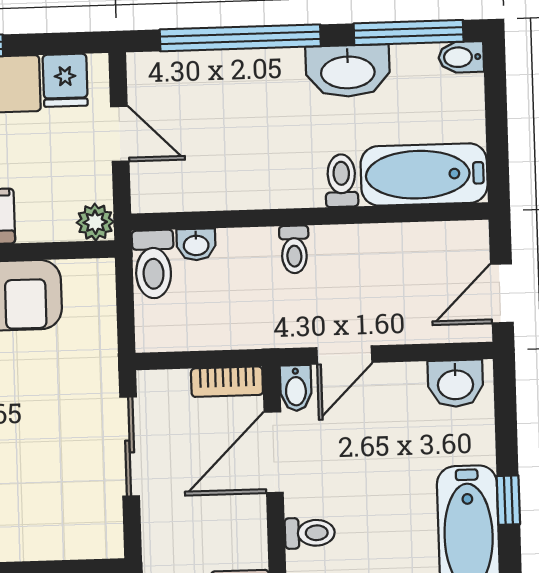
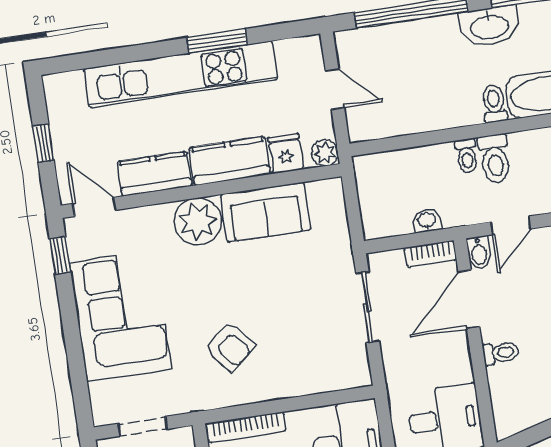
fridge: (65, 80) -> (286, 154), moved, turned 180
washbasin: (196, 244) -> (427, 221), moved, turned 180
toilet: (153, 264) -> (495, 159), moved

